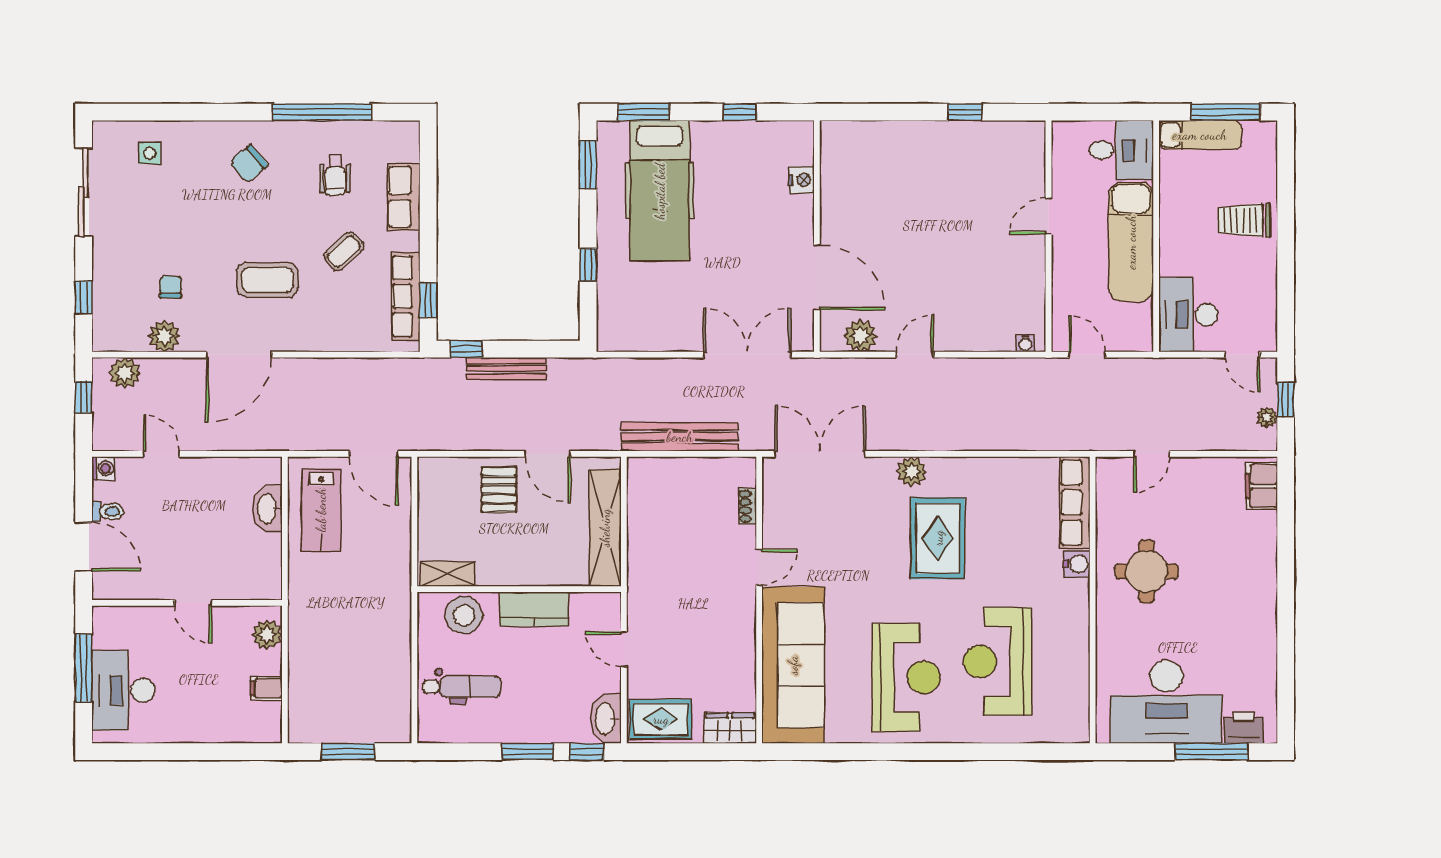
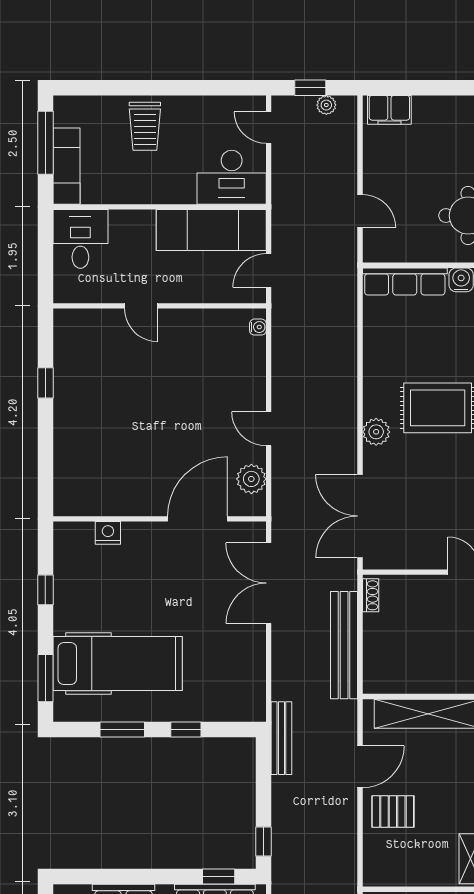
window: (588, 165) -> (122, 729), moved
exam couch: (1131, 242) -> (211, 230), moved
door: (1242, 355) -> (269, 127), swing flipped
bench: (506, 369) -> (281, 738), moved
shoe rack: (748, 506) -> (371, 595), moved, turned -90

